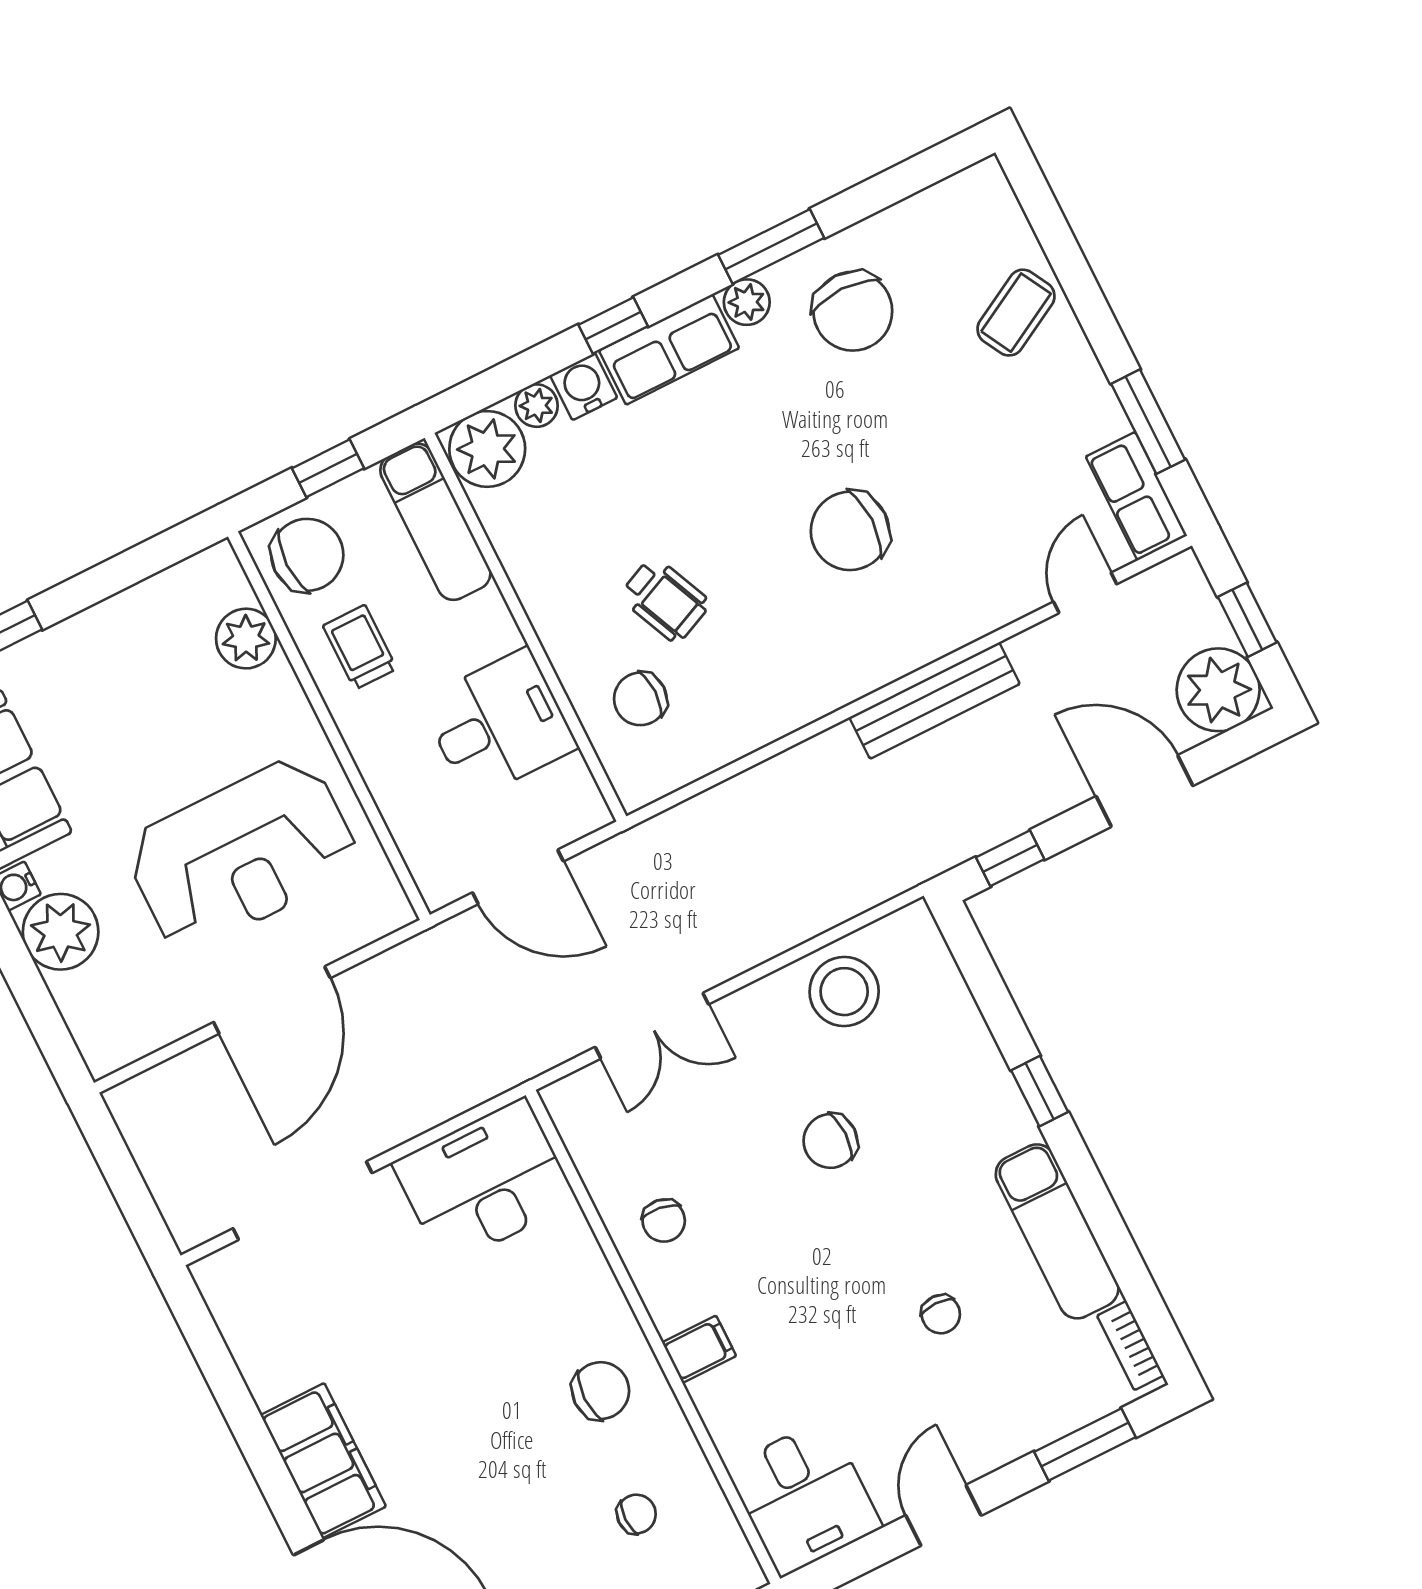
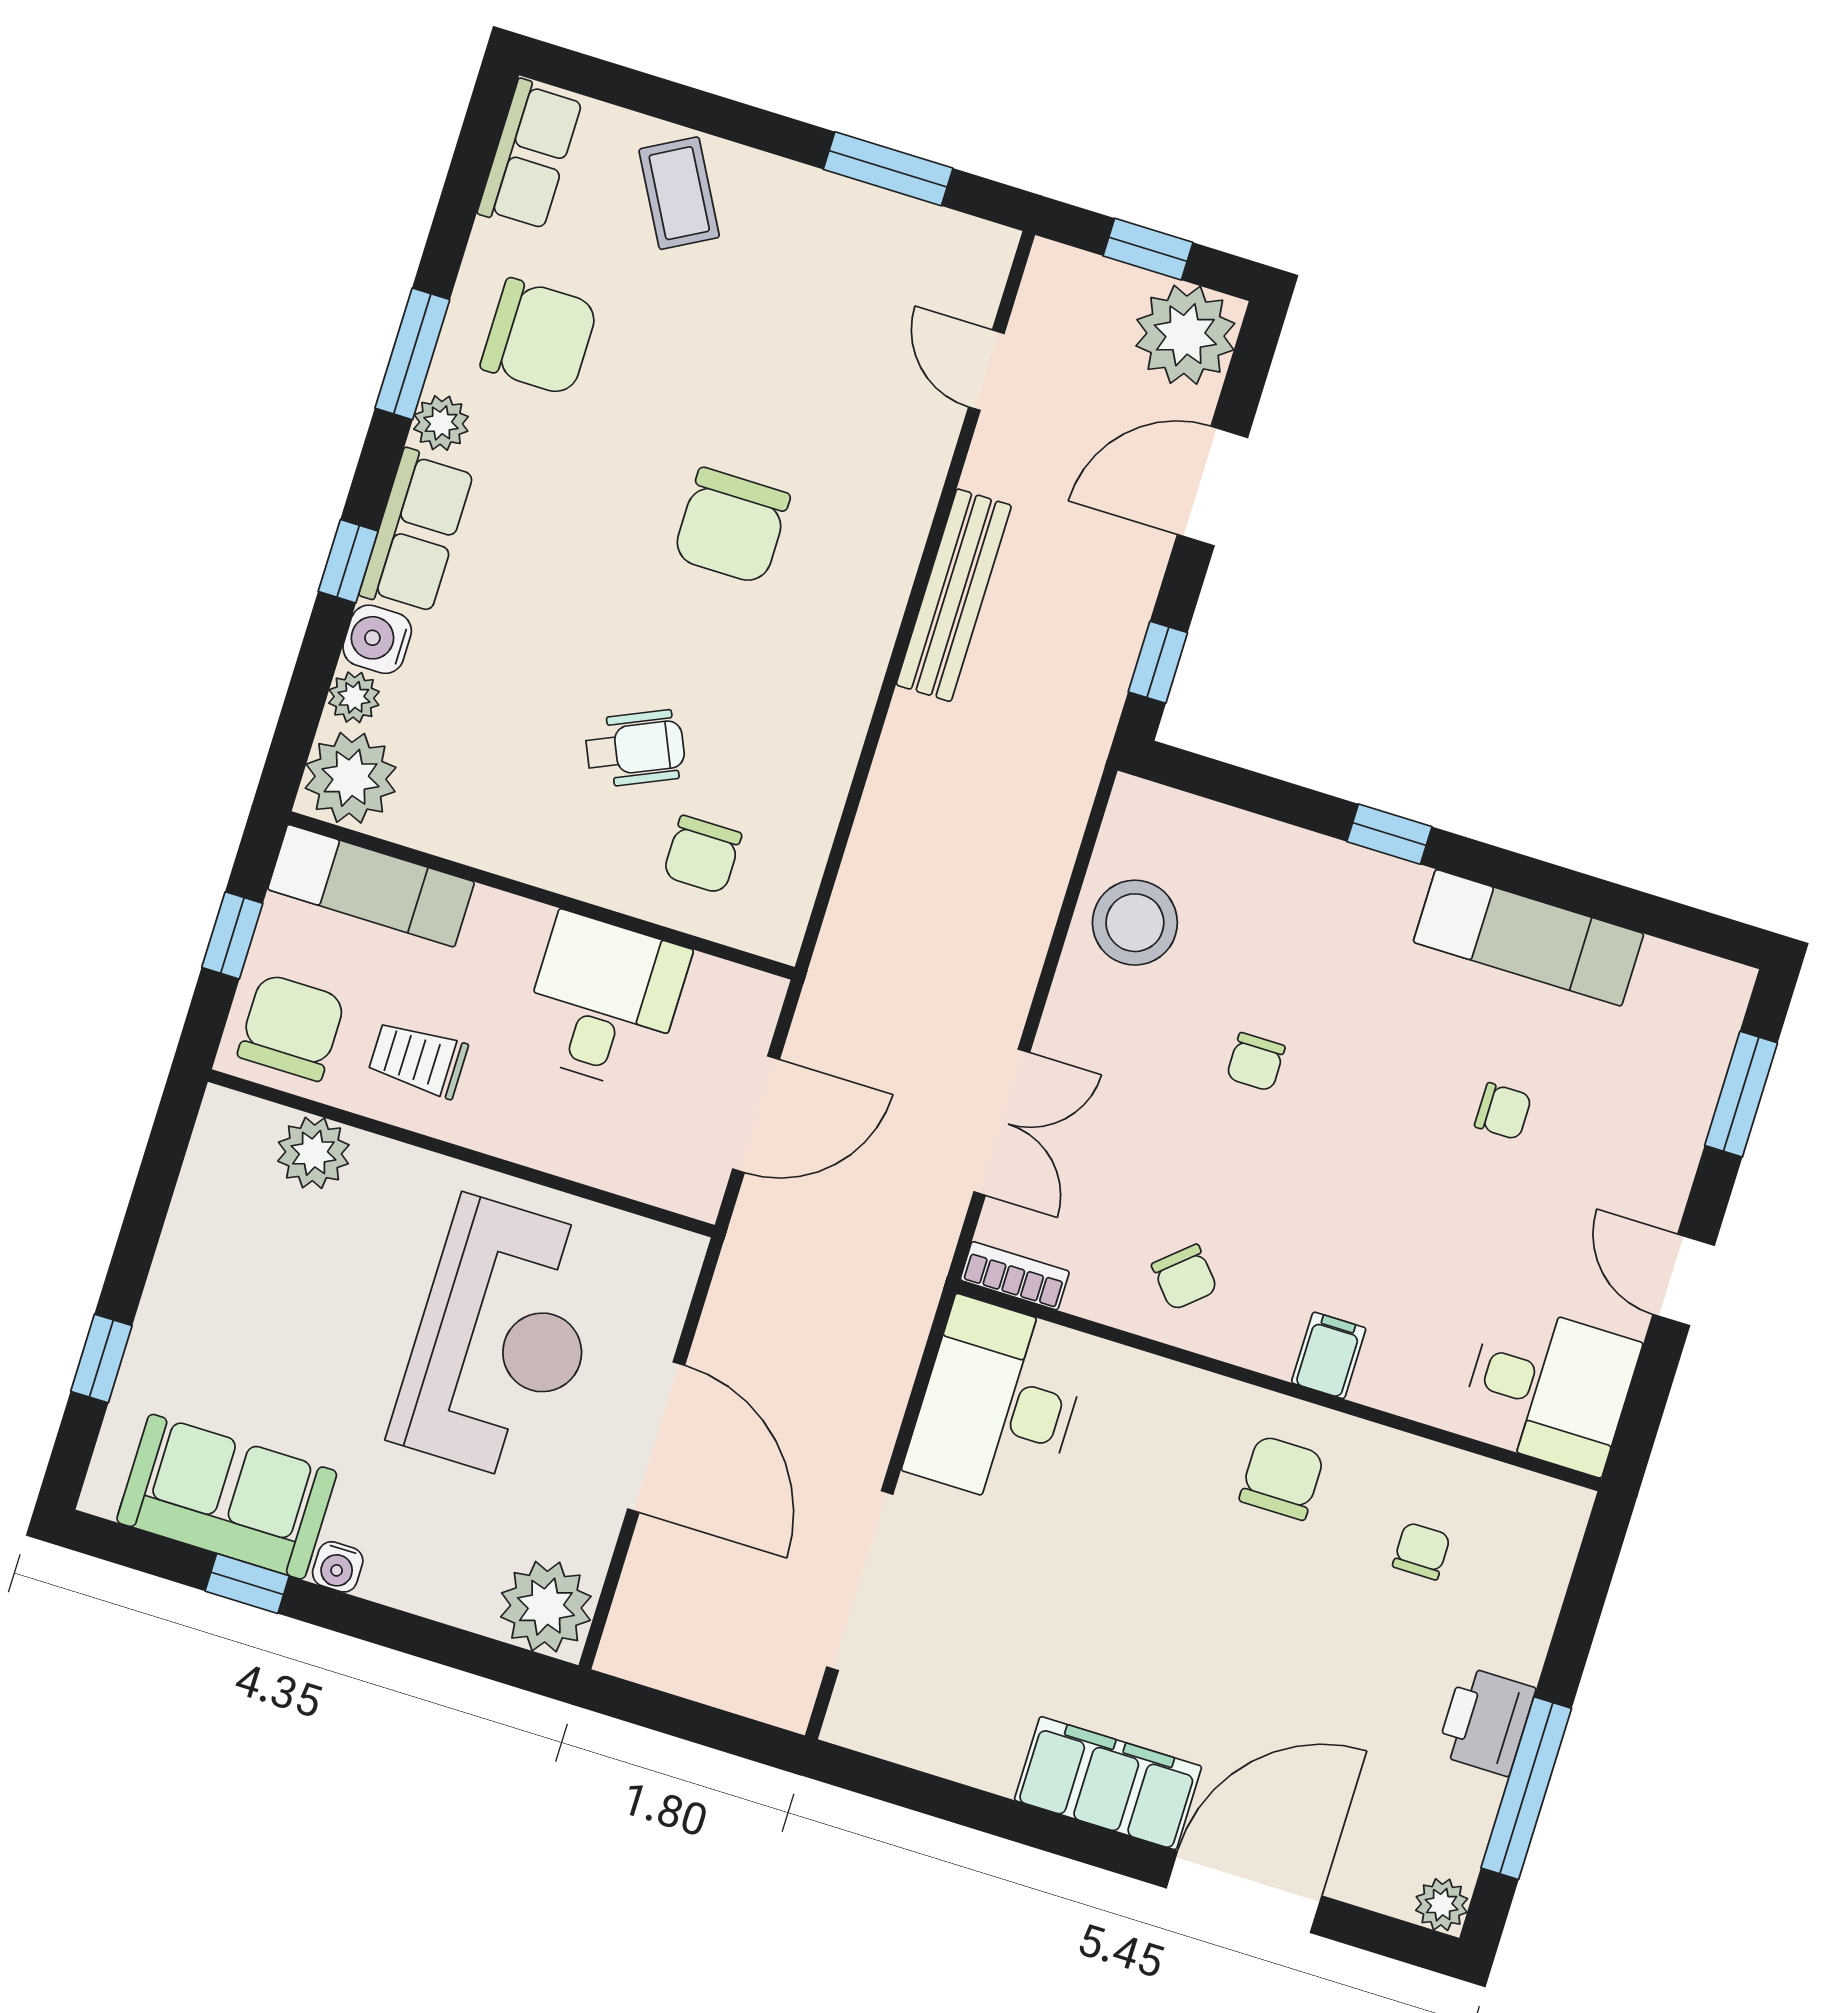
row of seats: (1136, 496) -> (530, 156), moved, turned -90
plant: (61, 932) -> (546, 1607), moved
chair: (830, 1141) -> (1256, 1062), width x0.73, depth x0.73
chair: (664, 1221) -> (1185, 1277), turned 41
bookcase: (1130, 1346) -> (1015, 1276), moved, turned 180

